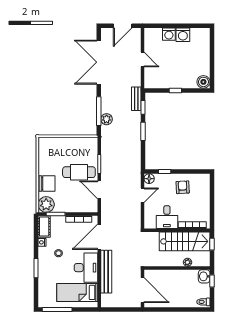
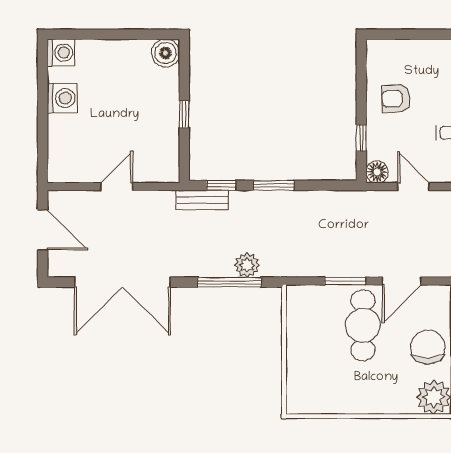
washing machine: (169, 34) -> (61, 53), moved
chair: (47, 183) -> (428, 347), moved

